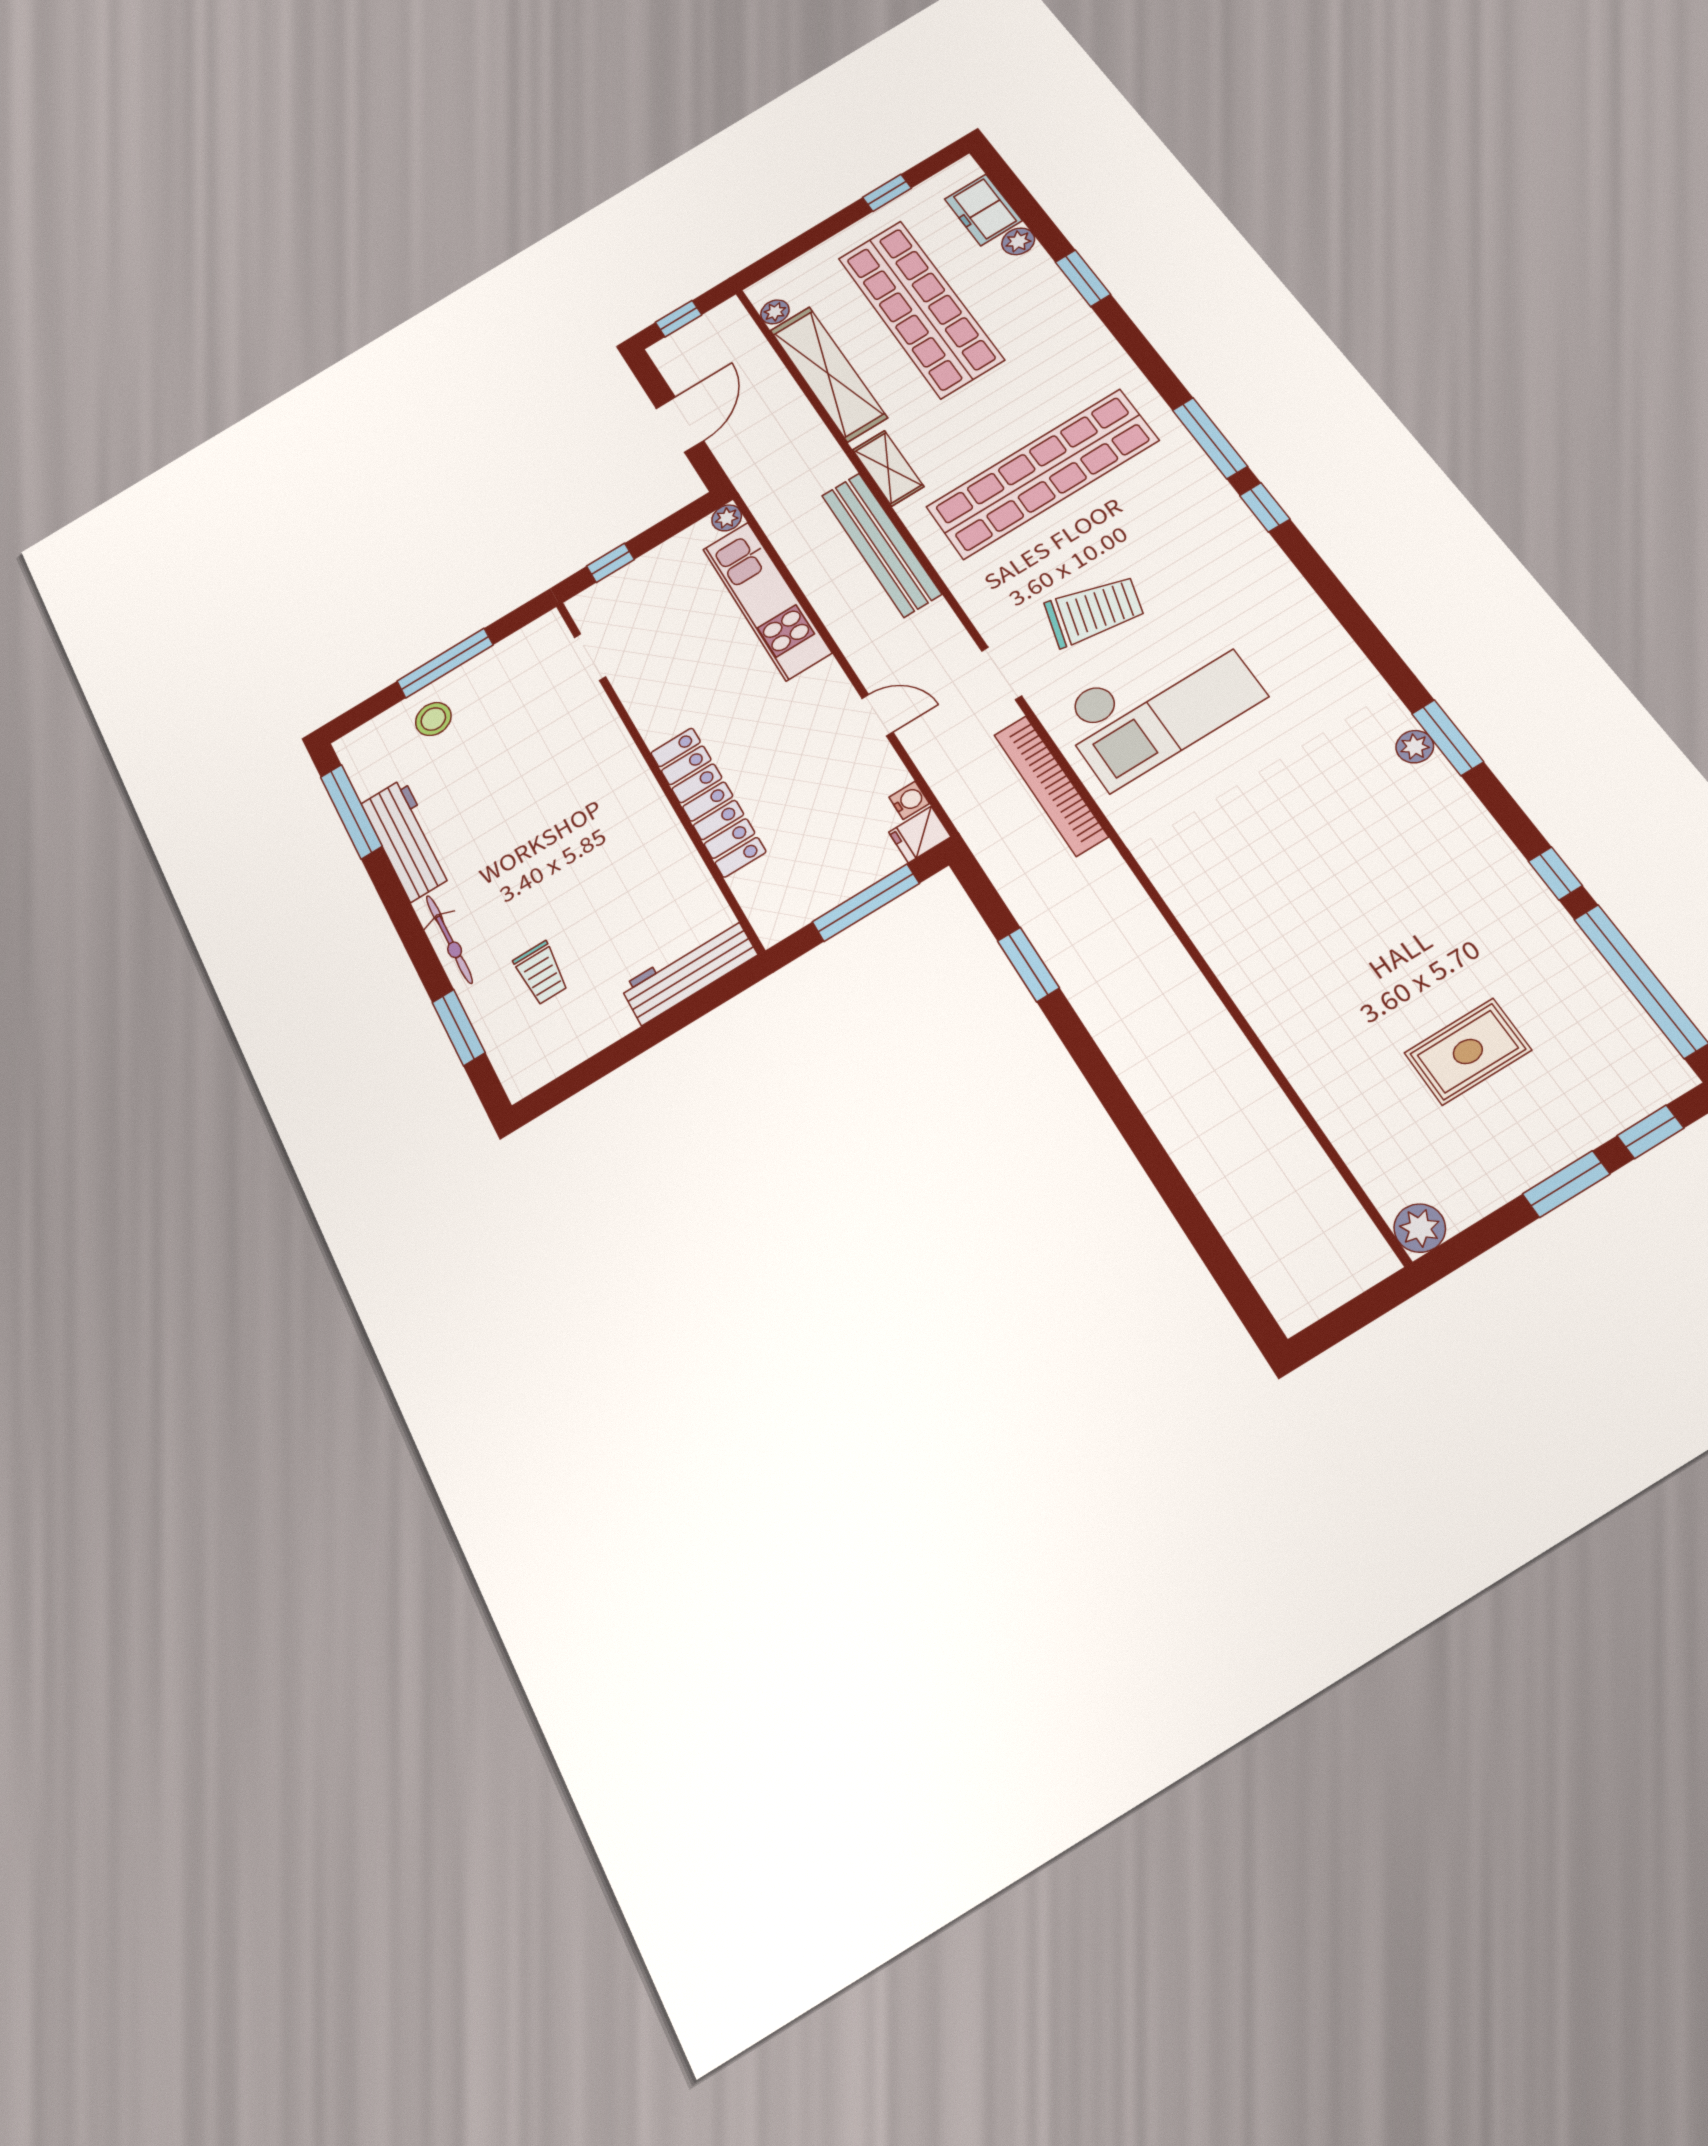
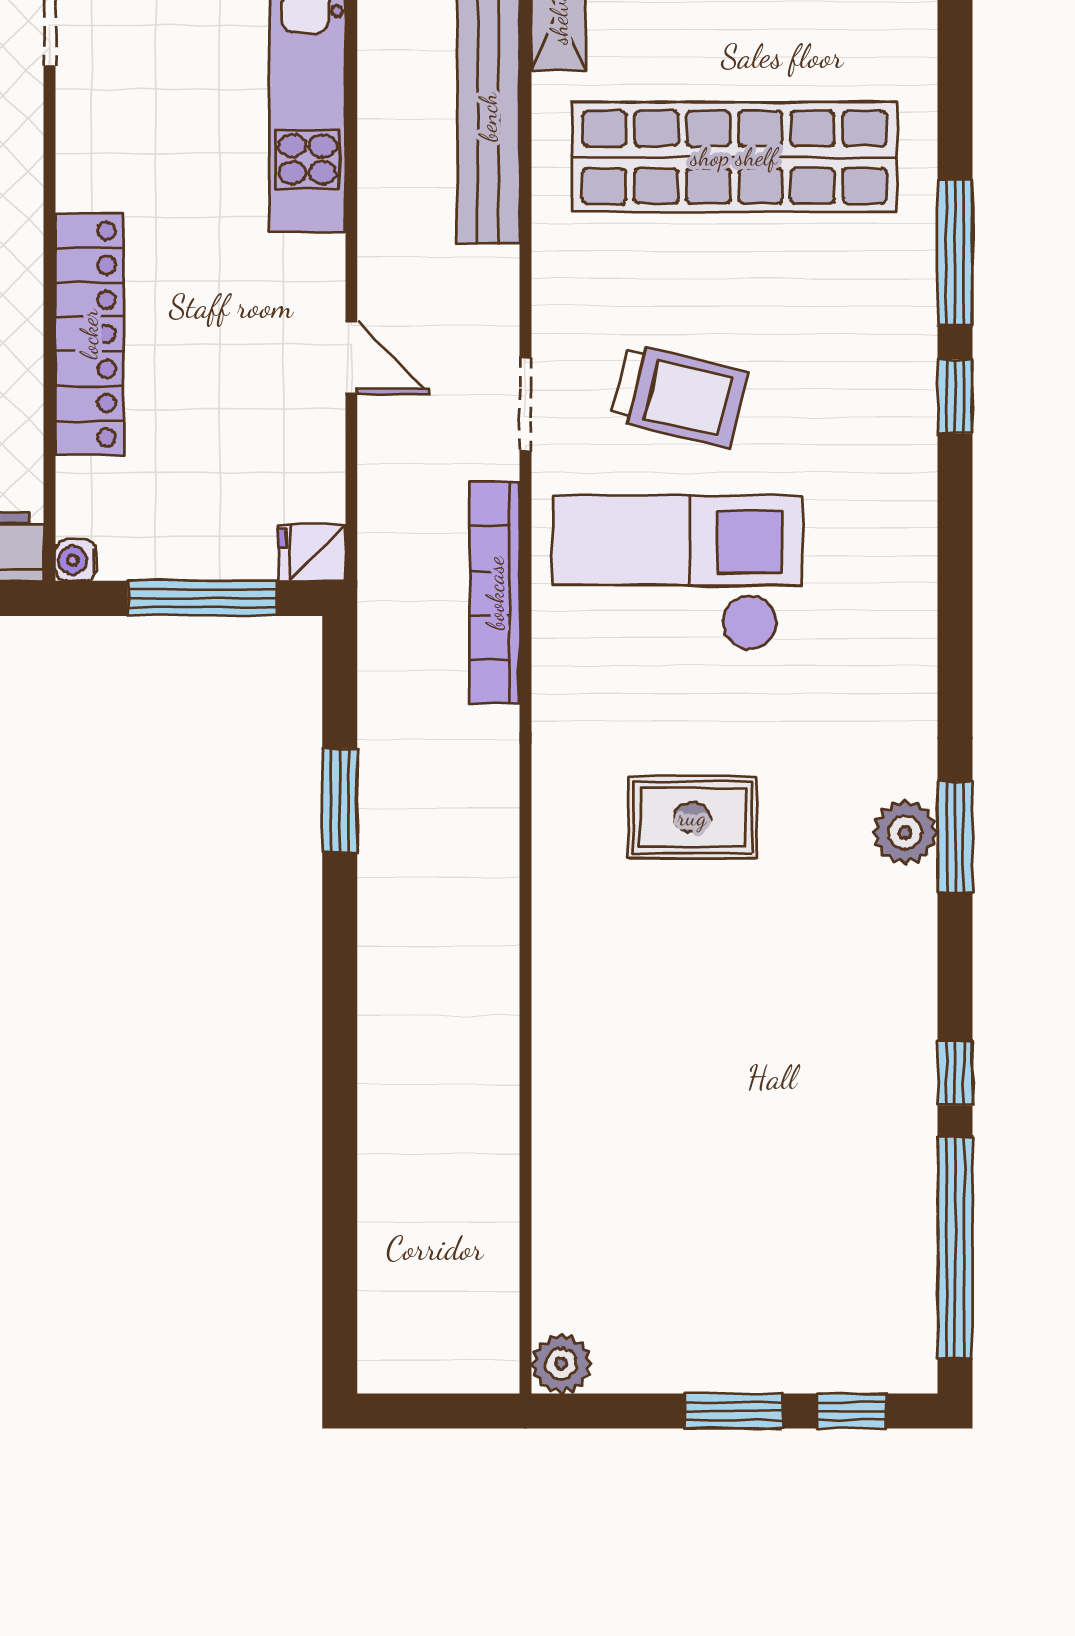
checkout: (1159, 704) -> (677, 573), turned 180
plant: (1415, 747) -> (905, 832), width x1.38, depth x1.38
water cooler: (909, 800) -> (76, 560), moved, turned 180
rug: (1468, 1052) -> (692, 817), moved

